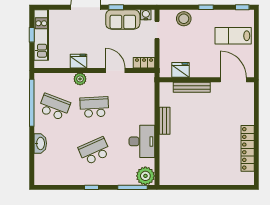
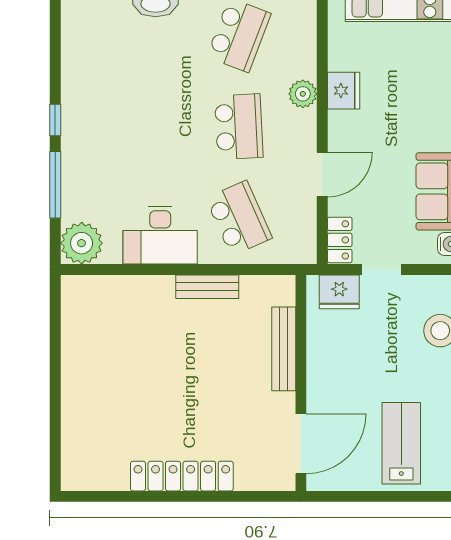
doorway: (157, 30) -> (382, 269), moved
fridge: (180, 70) -> (339, 292), moved, turned 90
locker: (248, 148) -> (182, 476), moved
school desk: (94, 151) -> (239, 218), moved
window: (133, 187) -> (55, 185), moved

